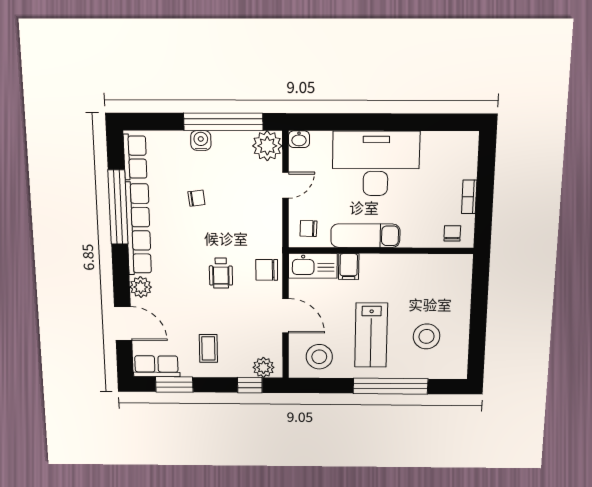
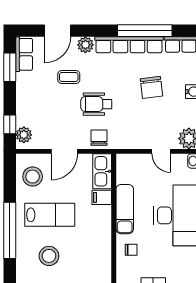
chair: (196, 198) -> (151, 87), width x1.87, depth x1.87
chair: (308, 228) -> (130, 168), removed
chair: (452, 233) -> (131, 250), moved
wheelchair: (221, 273) -> (96, 104), width x1.36, depth x1.37
lab bench: (371, 335) -> (50, 215), turned 180
coffee table: (208, 348) -> (69, 77), moved

